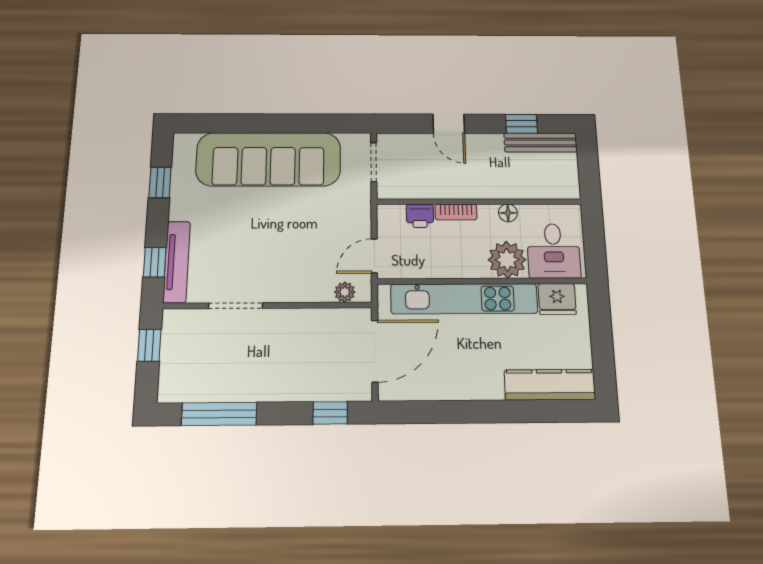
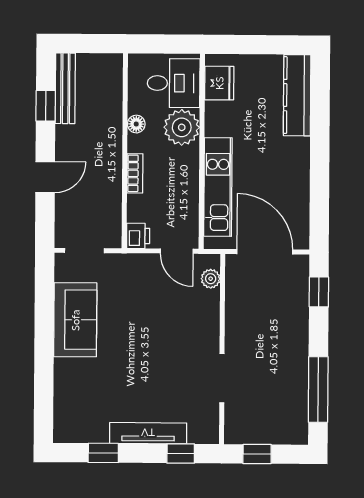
sofa: (269, 159) -> (75, 320), width x0.54, depth x0.79
printer: (420, 216) -> (138, 236), moved
tv unit: (177, 262) -> (148, 433), moved
kitchen unit: (464, 299) -> (218, 187), width x0.73

